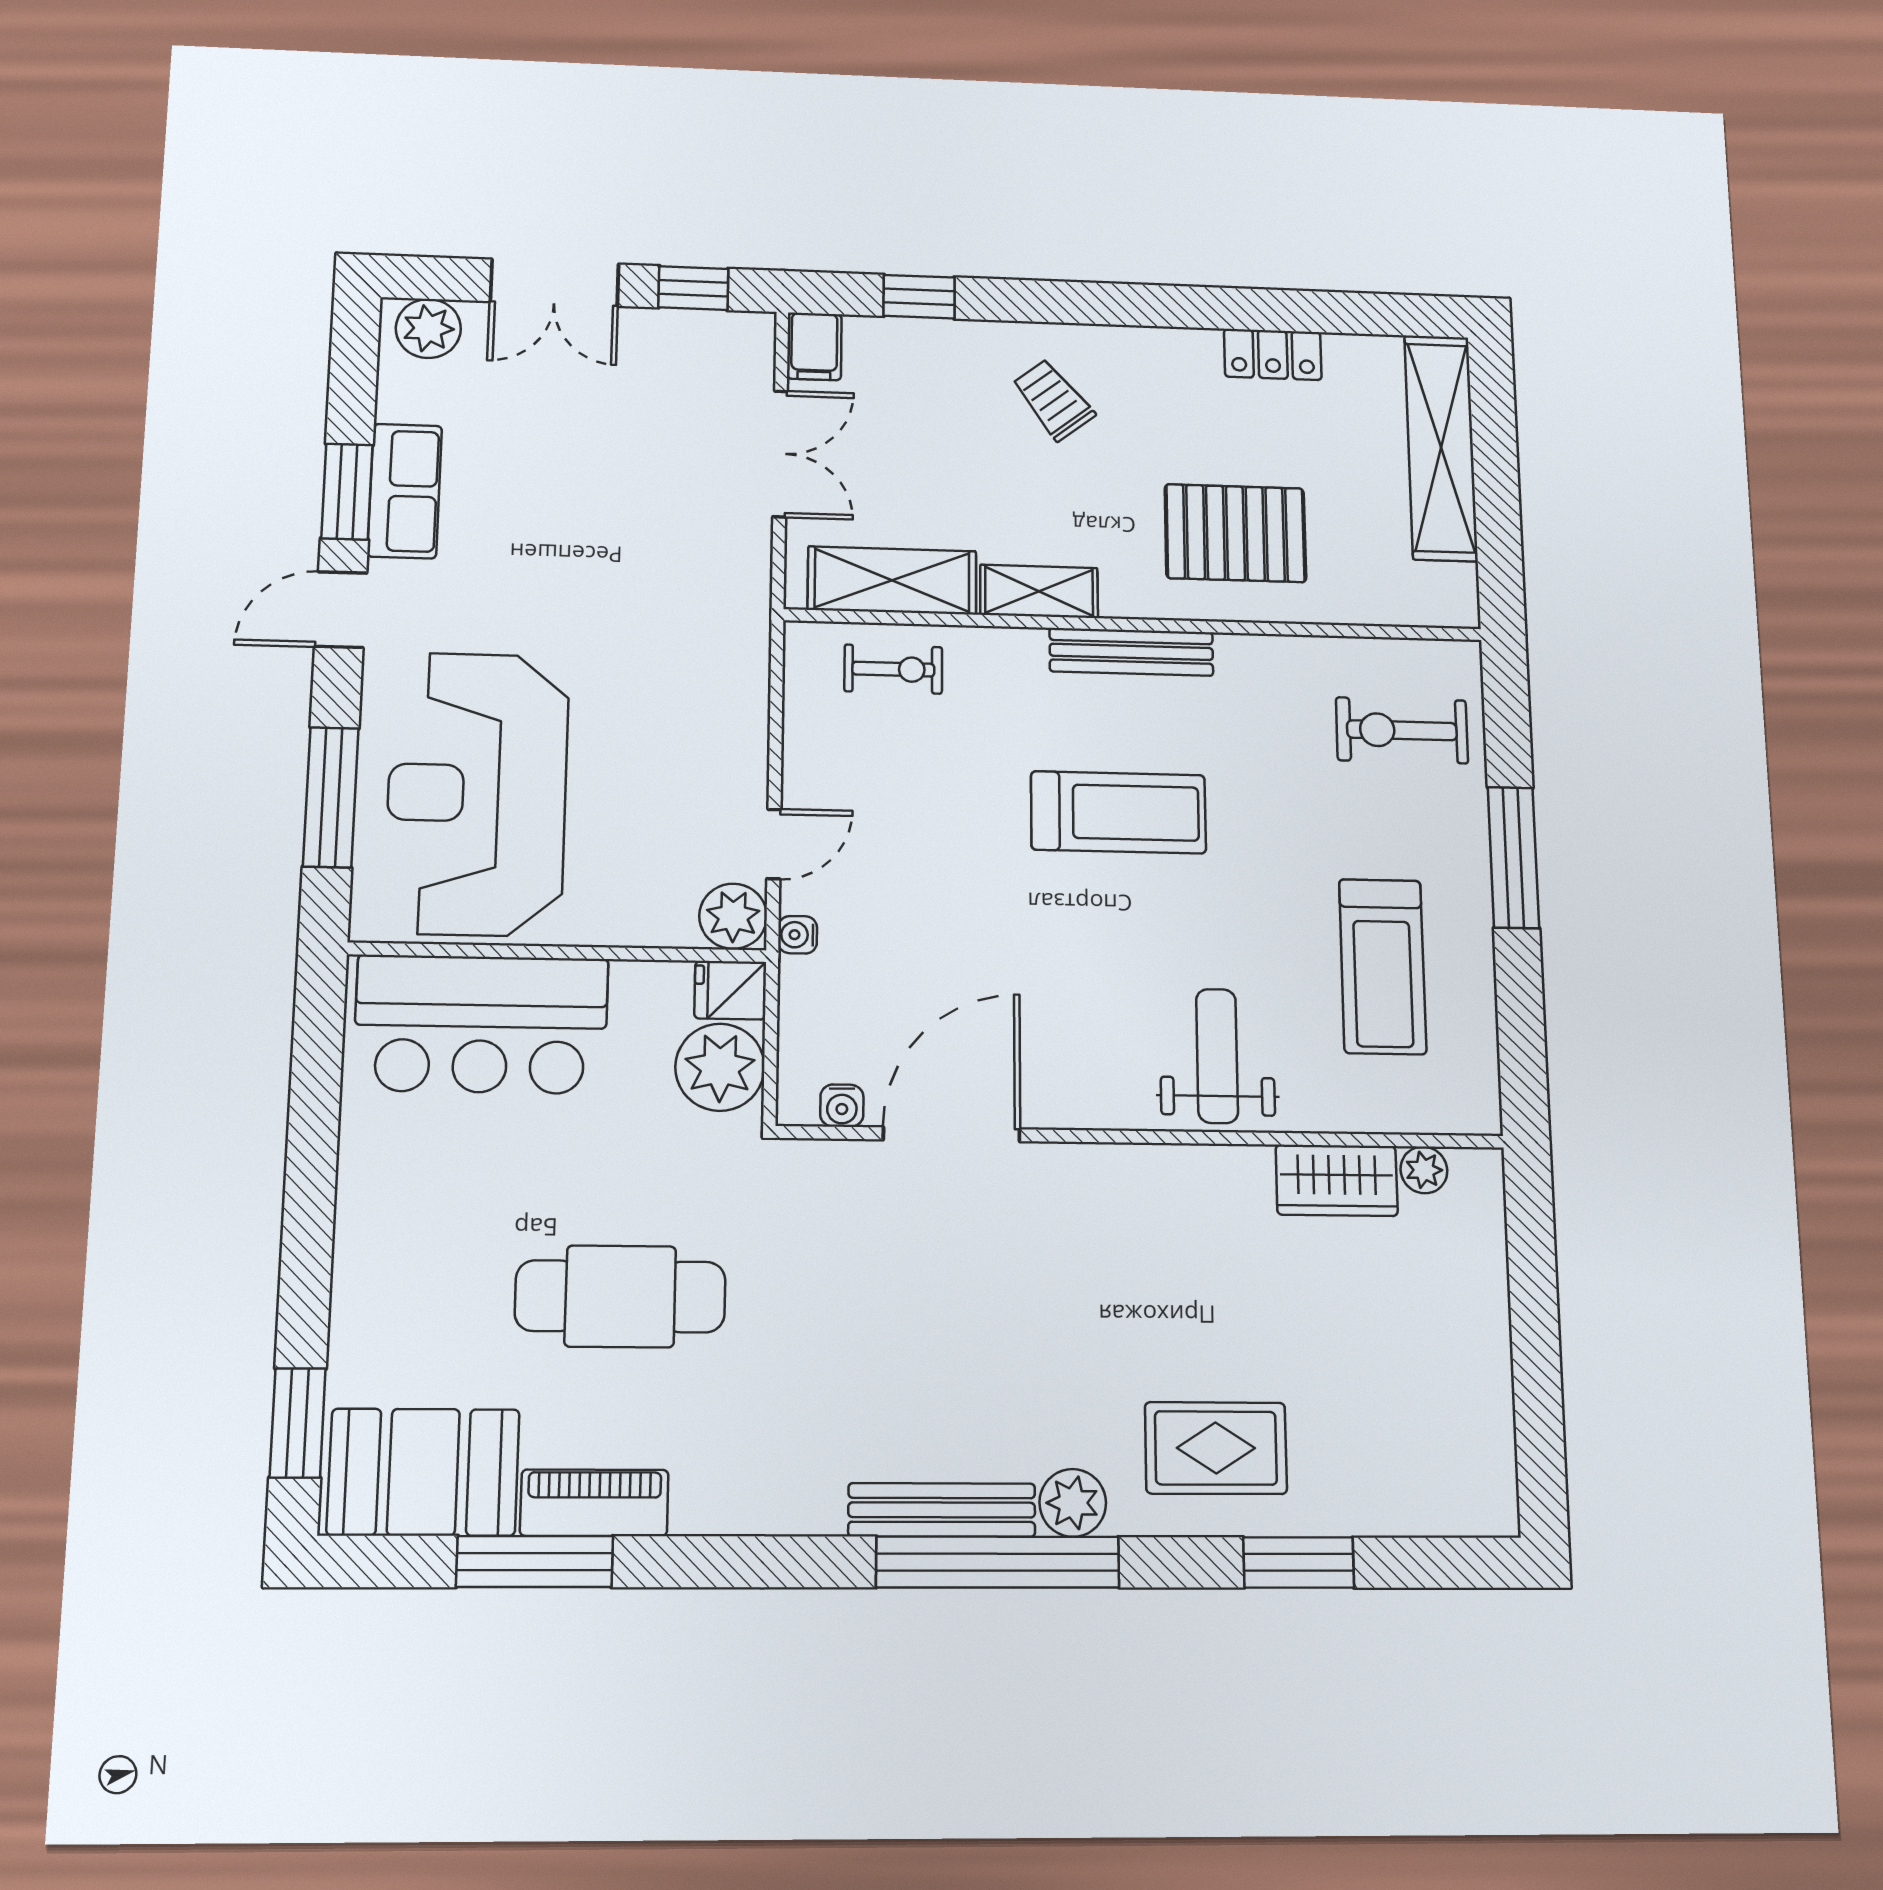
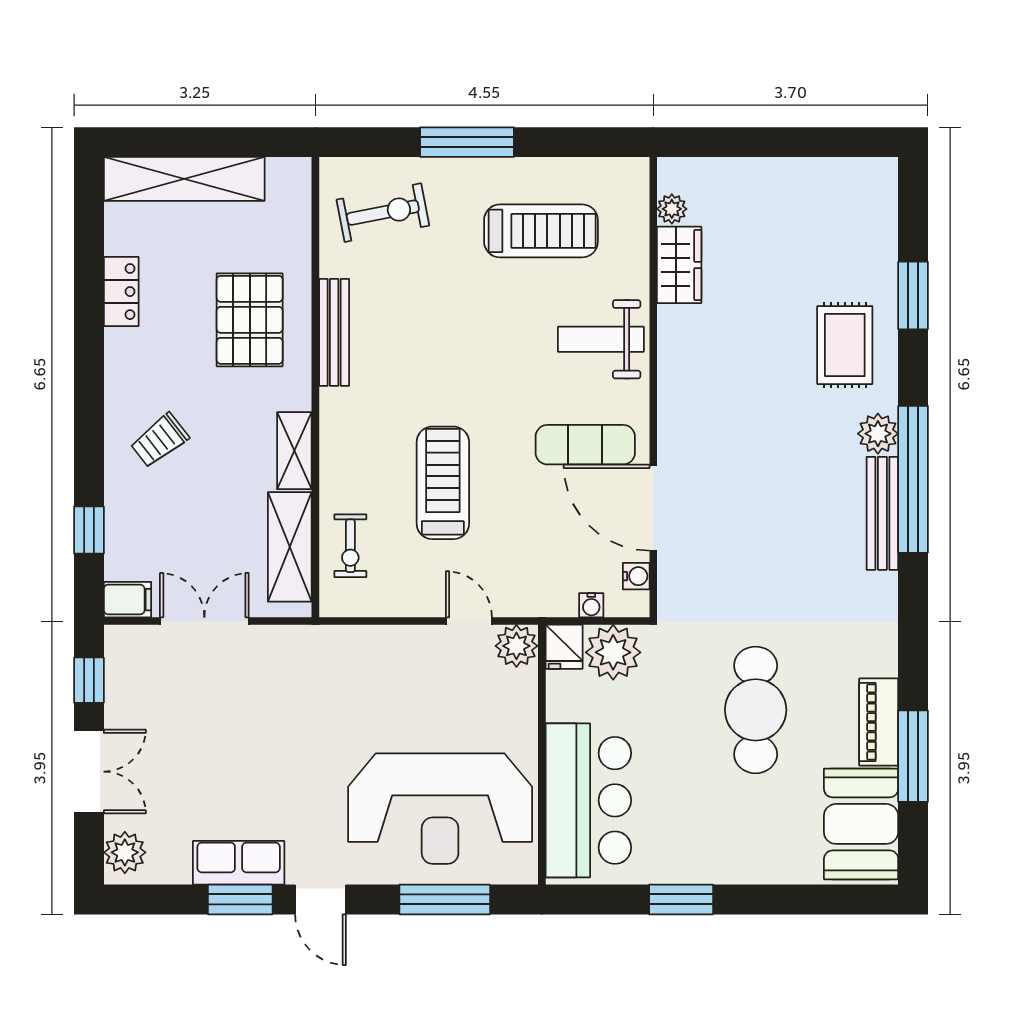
bench: (1131, 652) -> (334, 332), moved
exercise bike: (893, 669) -> (350, 546), turned 180
exercise bike: (1402, 730) -> (383, 213), turned -101
treadmill: (1118, 812) -> (443, 483), moved
water cooler: (798, 935) -> (591, 605), moved
exercise mat: (1051, 1029) -> (585, 445), added
window: (298, 1423) -> (681, 899), moved

